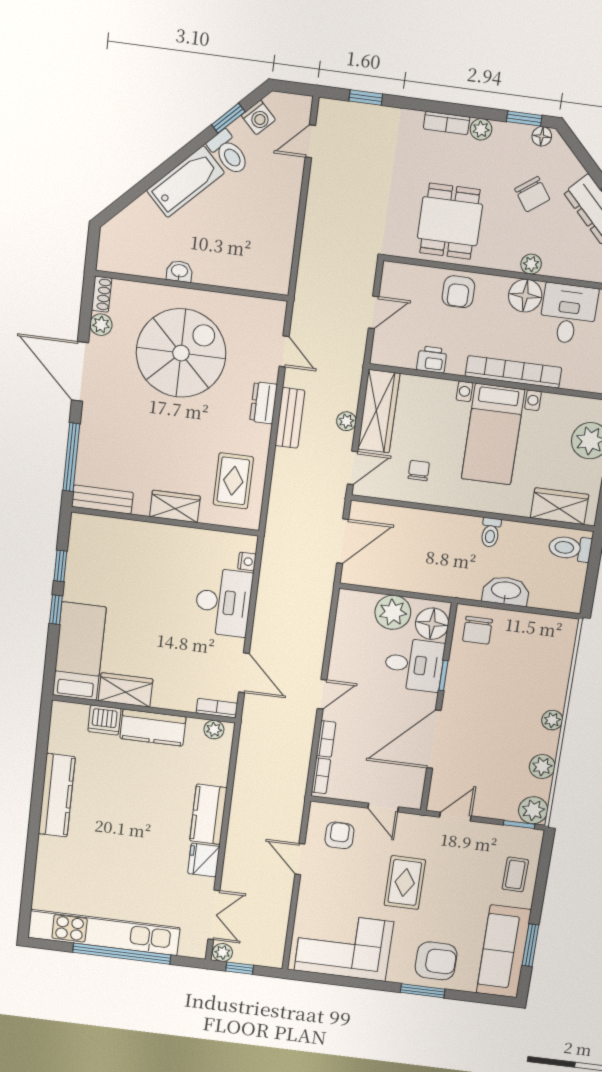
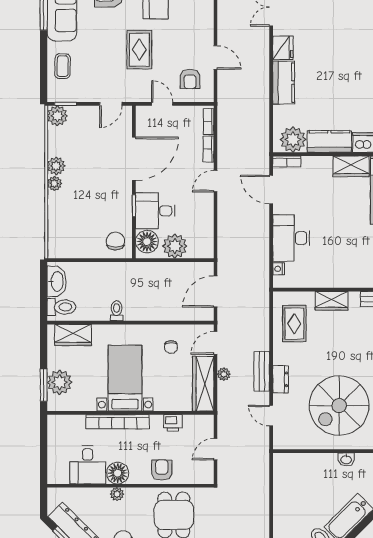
washbasin: (506, 591) -> (57, 281), moved, turned -90
plant: (214, 730) -> (293, 140), width x1.87, depth x1.87
plant: (542, 767) -> (56, 166), moved

